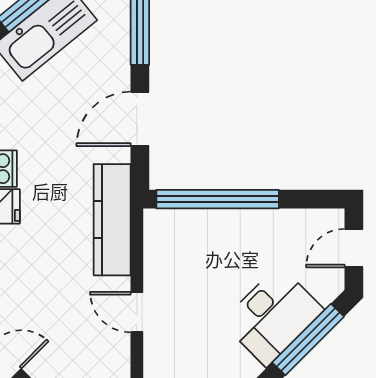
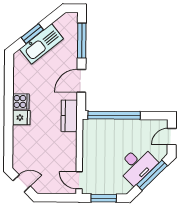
kitchen counter: (112, 220) -> (69, 116), width x0.67
door: (137, 312) -> (79, 180), moved

